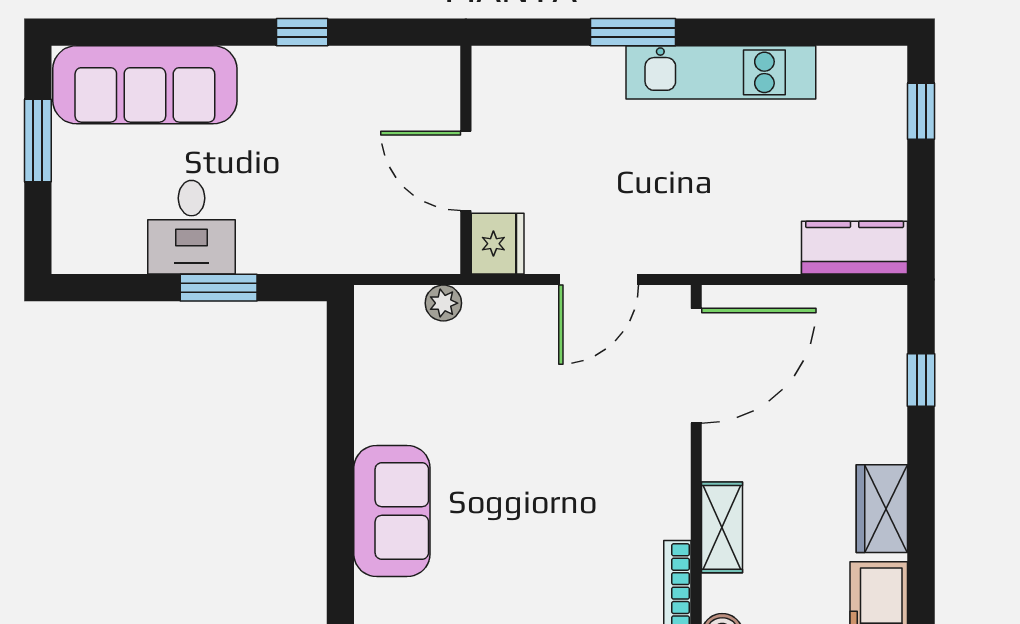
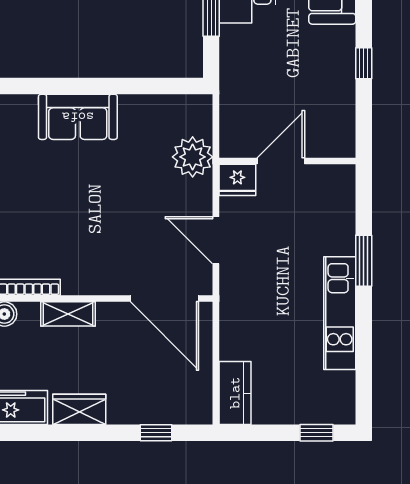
plant: (443, 303) -> (193, 157), width x1.88, depth x1.88

